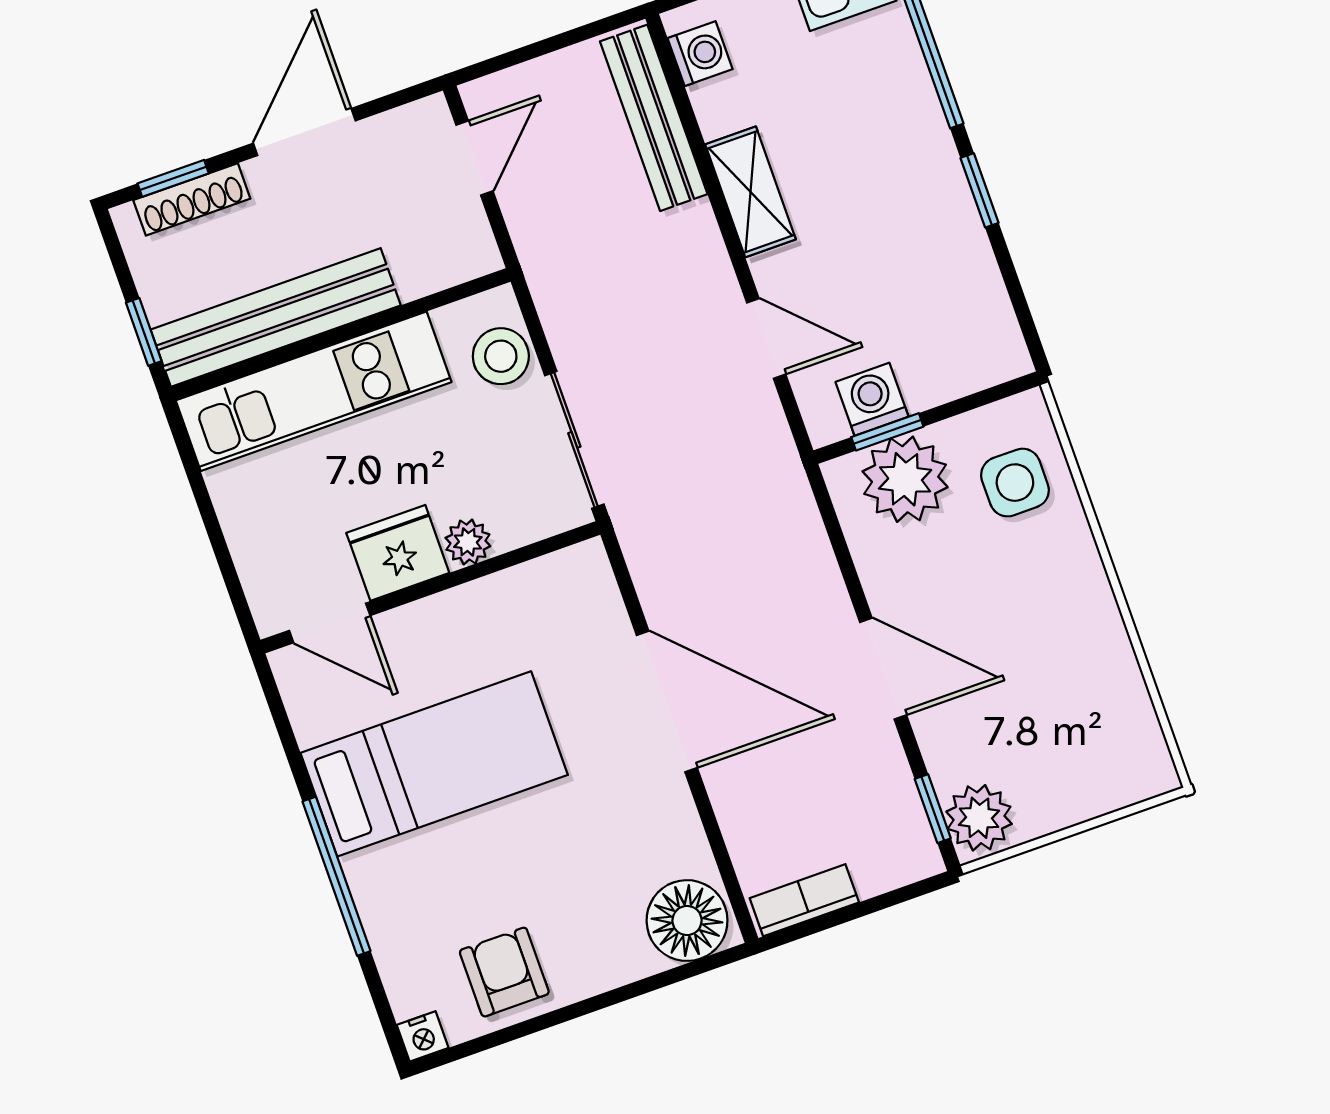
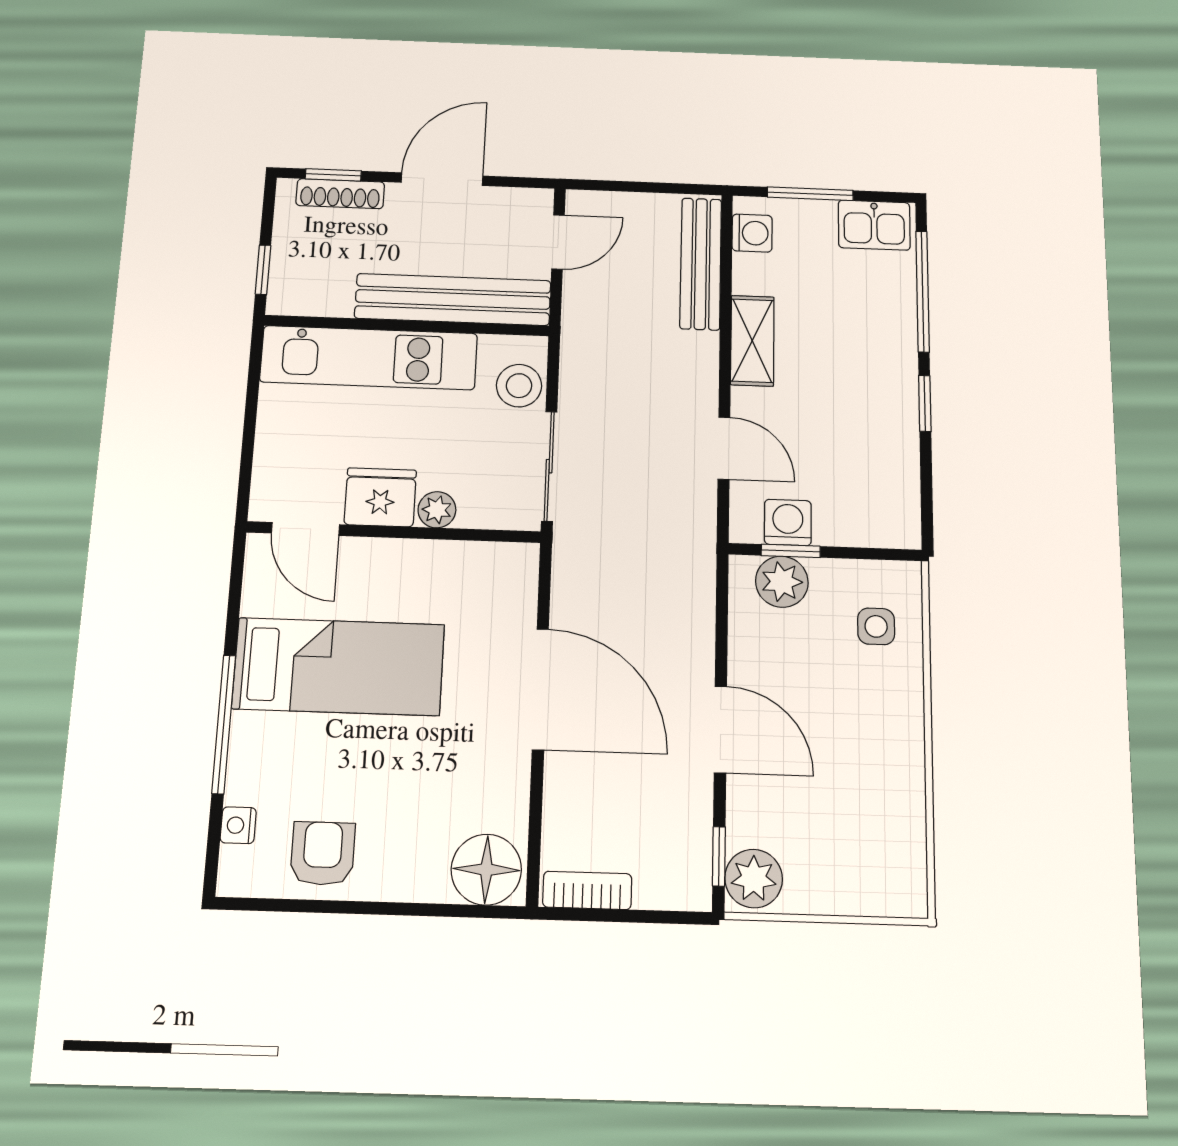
bench: (276, 317) -> (453, 299), moved
plant: (905, 479) -> (782, 582), width x0.73, depth x0.73
side table: (1015, 483) -> (876, 626), width x0.73, depth x0.73
nightstand: (423, 1036) -> (238, 825), moved, turned 90

